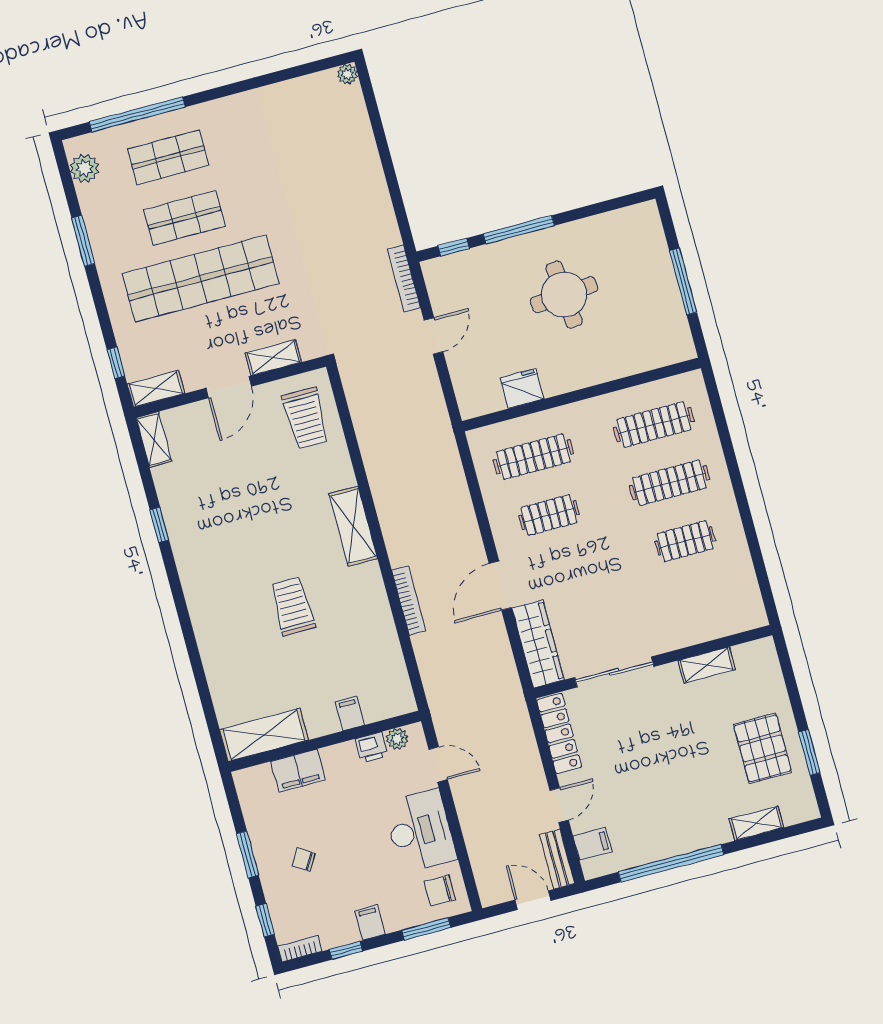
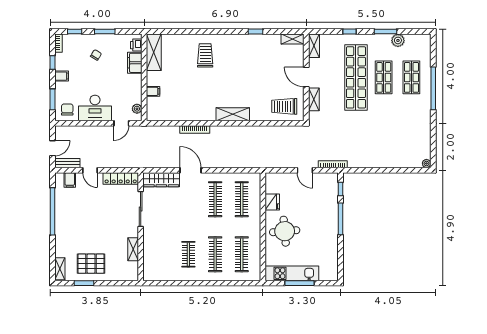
window: (137, 114) -> (433, 88), moved
plant: (84, 168) -> (398, 40), moved
round table: (564, 295) -> (285, 231), moved
kitchen unit: (666, 303) -> (292, 273), added
window: (116, 363) -> (350, 32), moved
clothes rail: (549, 515) -> (215, 199), width x1.36
trolley: (292, 606) -> (205, 55), moved, turned -90
printer: (372, 747) -> (136, 45), moved
shelving: (756, 823) -> (60, 269), moved

